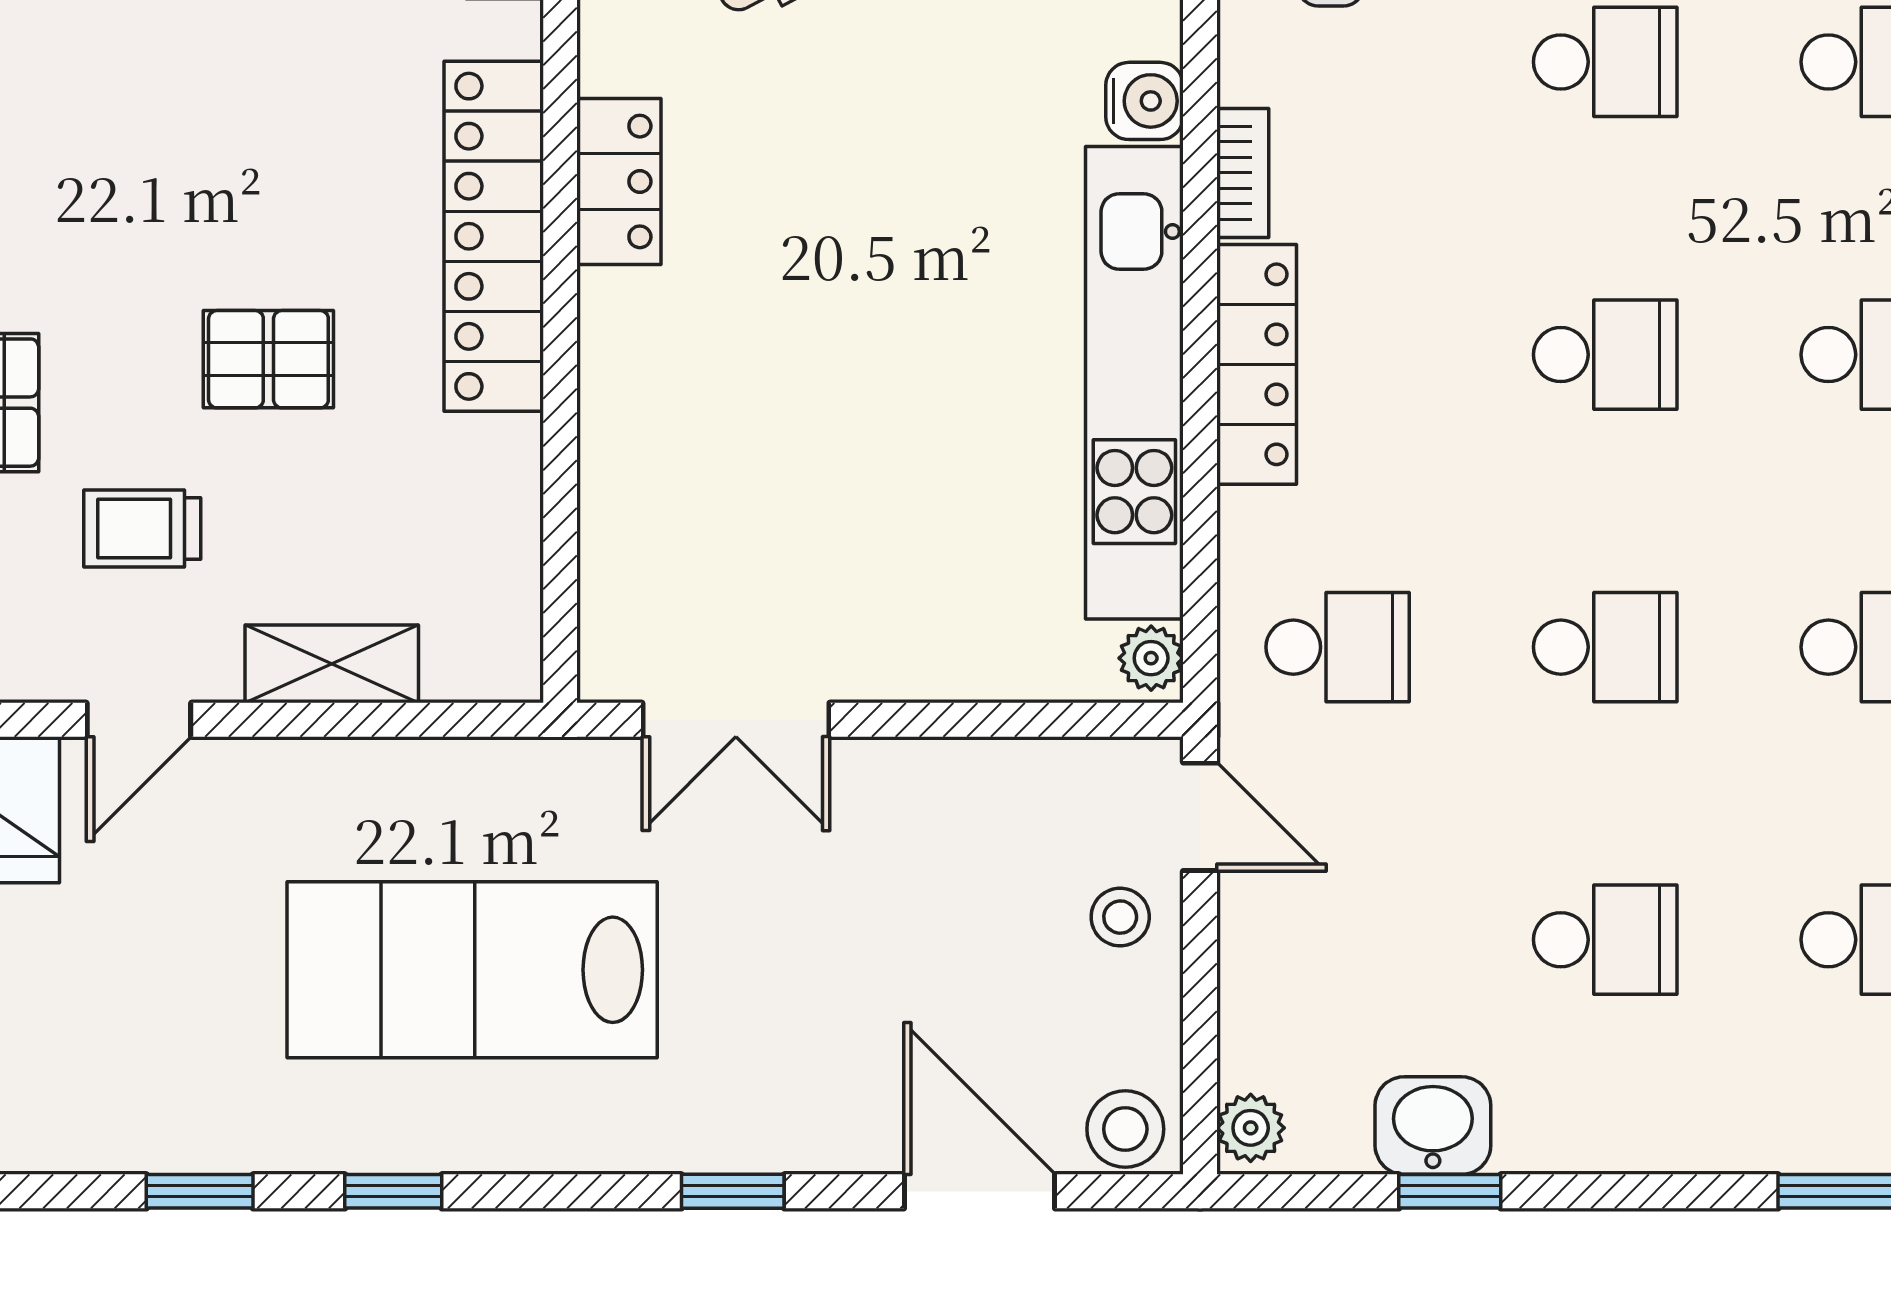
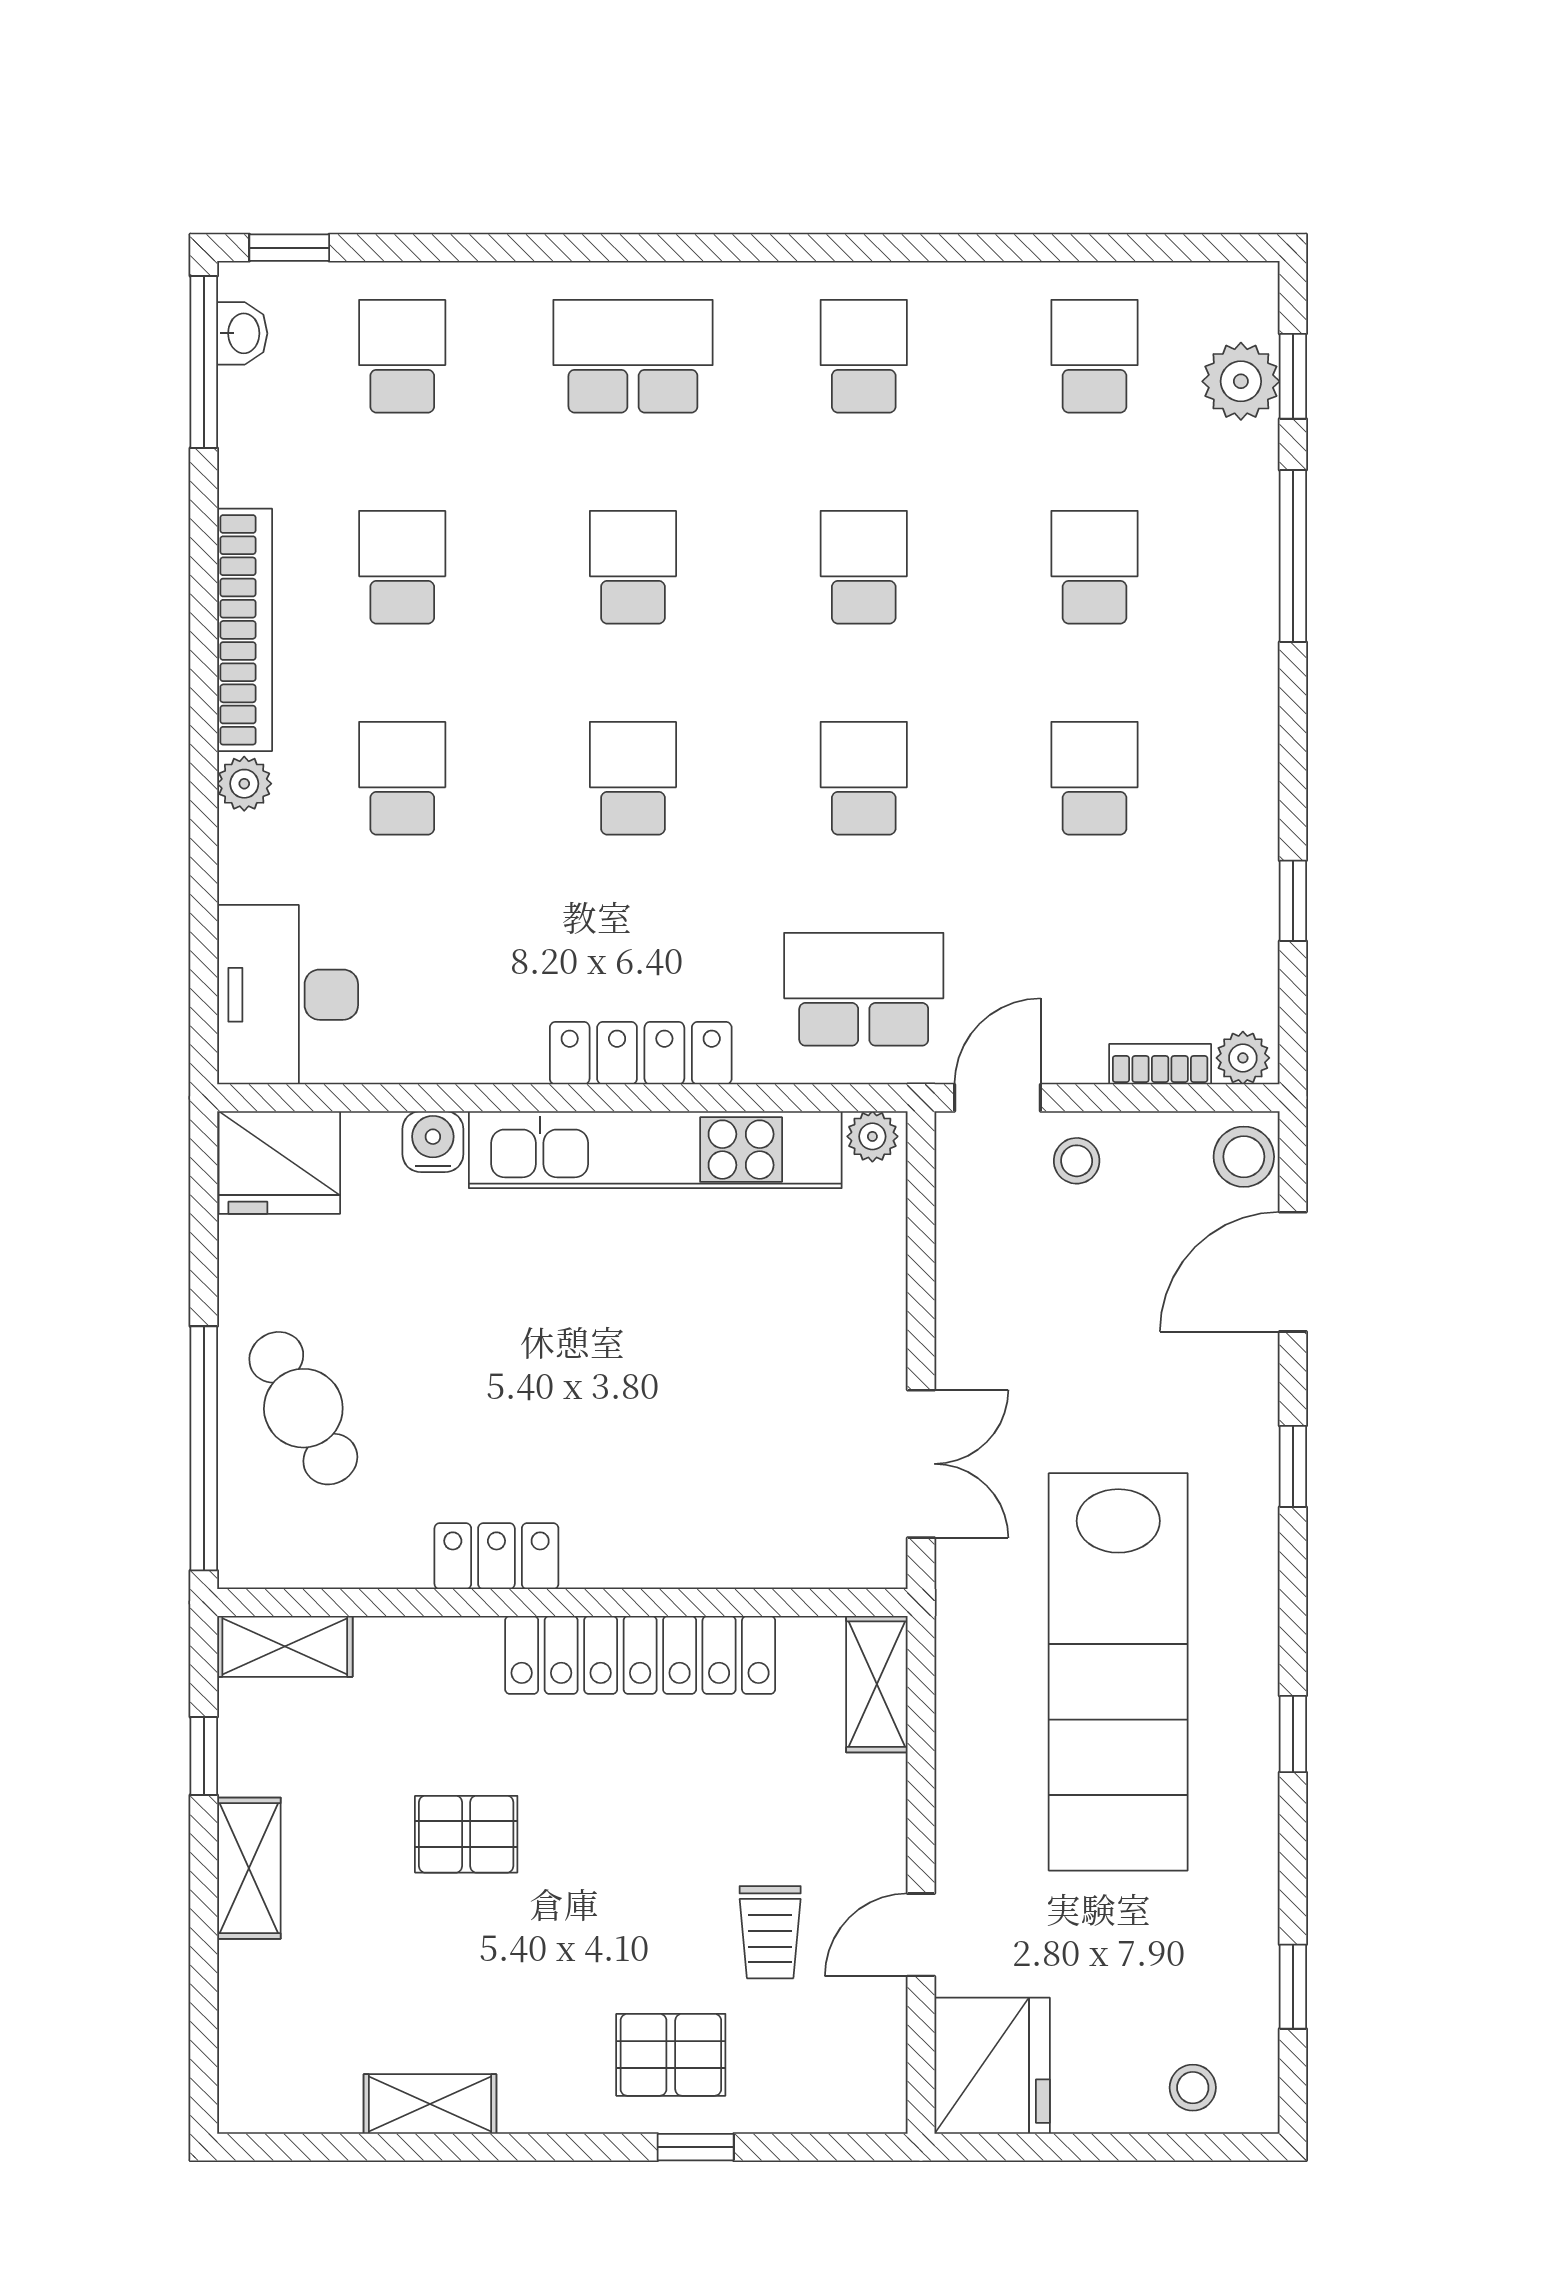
bookcase: (1243, 173) -> (1160, 1064), moved
locker: (494, 236) -> (640, 1655), moved
pallet: (268, 359) -> (466, 1834), moved, turned 90
school desk: (1338, 647) -> (864, 989), width x1.85
shelving: (332, 664) -> (877, 1684), moved
door: (139, 720) -> (921, 1935), swing flipped
lab bench: (472, 970) -> (1118, 1672), width x1.36
washbasin: (1433, 1126) -> (1241, 914), removed
window: (200, 1191) -> (1293, 1987), moved

